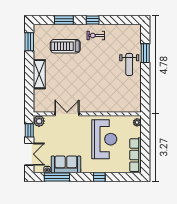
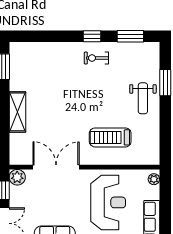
window: (64, 20) -> (130, 36), moved
treadmill: (65, 46) -> (110, 137), moved
double door: (67, 114) -> (56, 167), width x1.37

